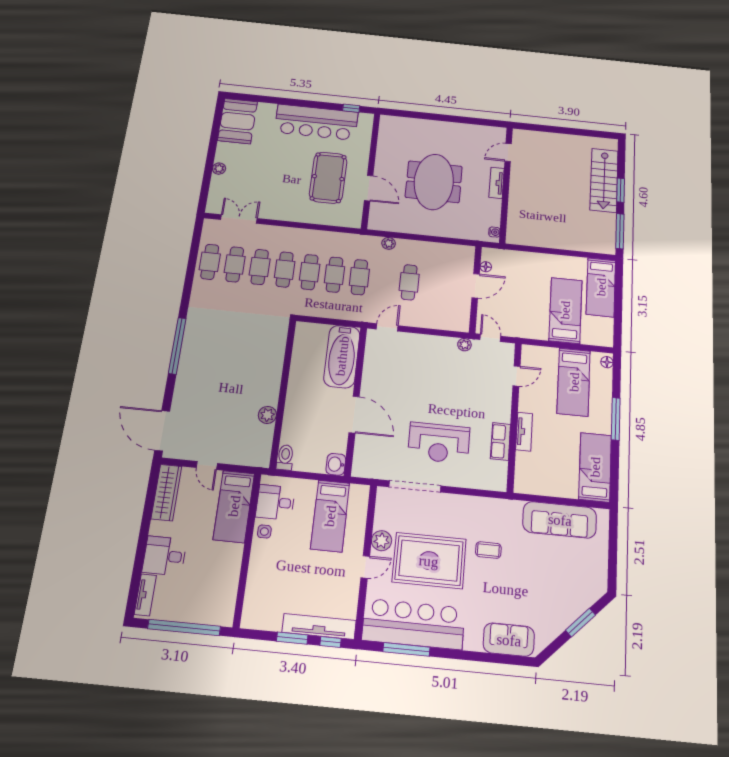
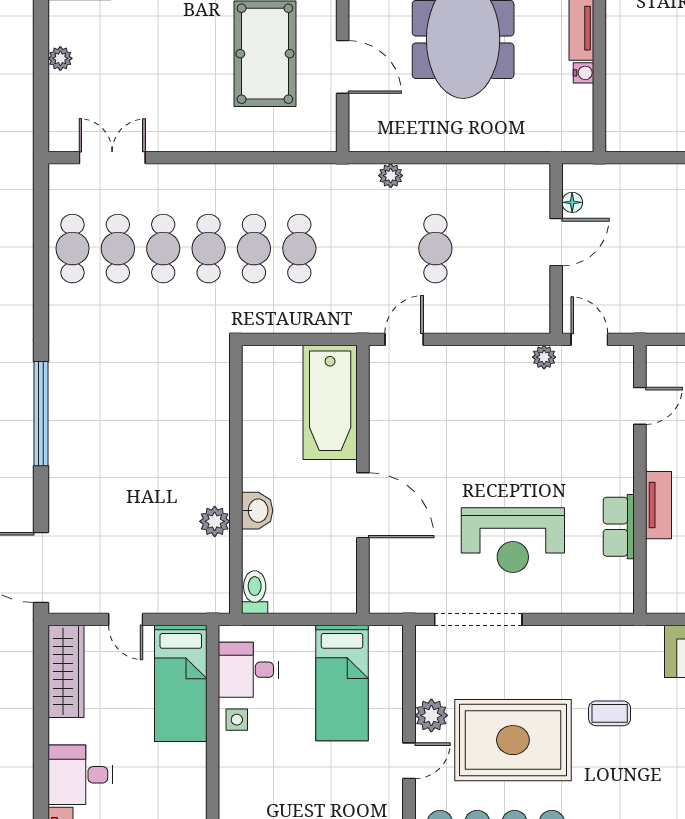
water cooler: (494, 232) -> (584, 73), moved
cafe table: (359, 277) -> (345, 249), removed
washbasin: (336, 464) -> (257, 511), moved, turned 180

